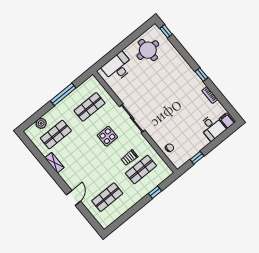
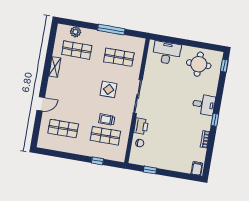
desk: (212, 127) -> (204, 105), moved, turned -90
printer: (157, 136) -> (141, 126), added

